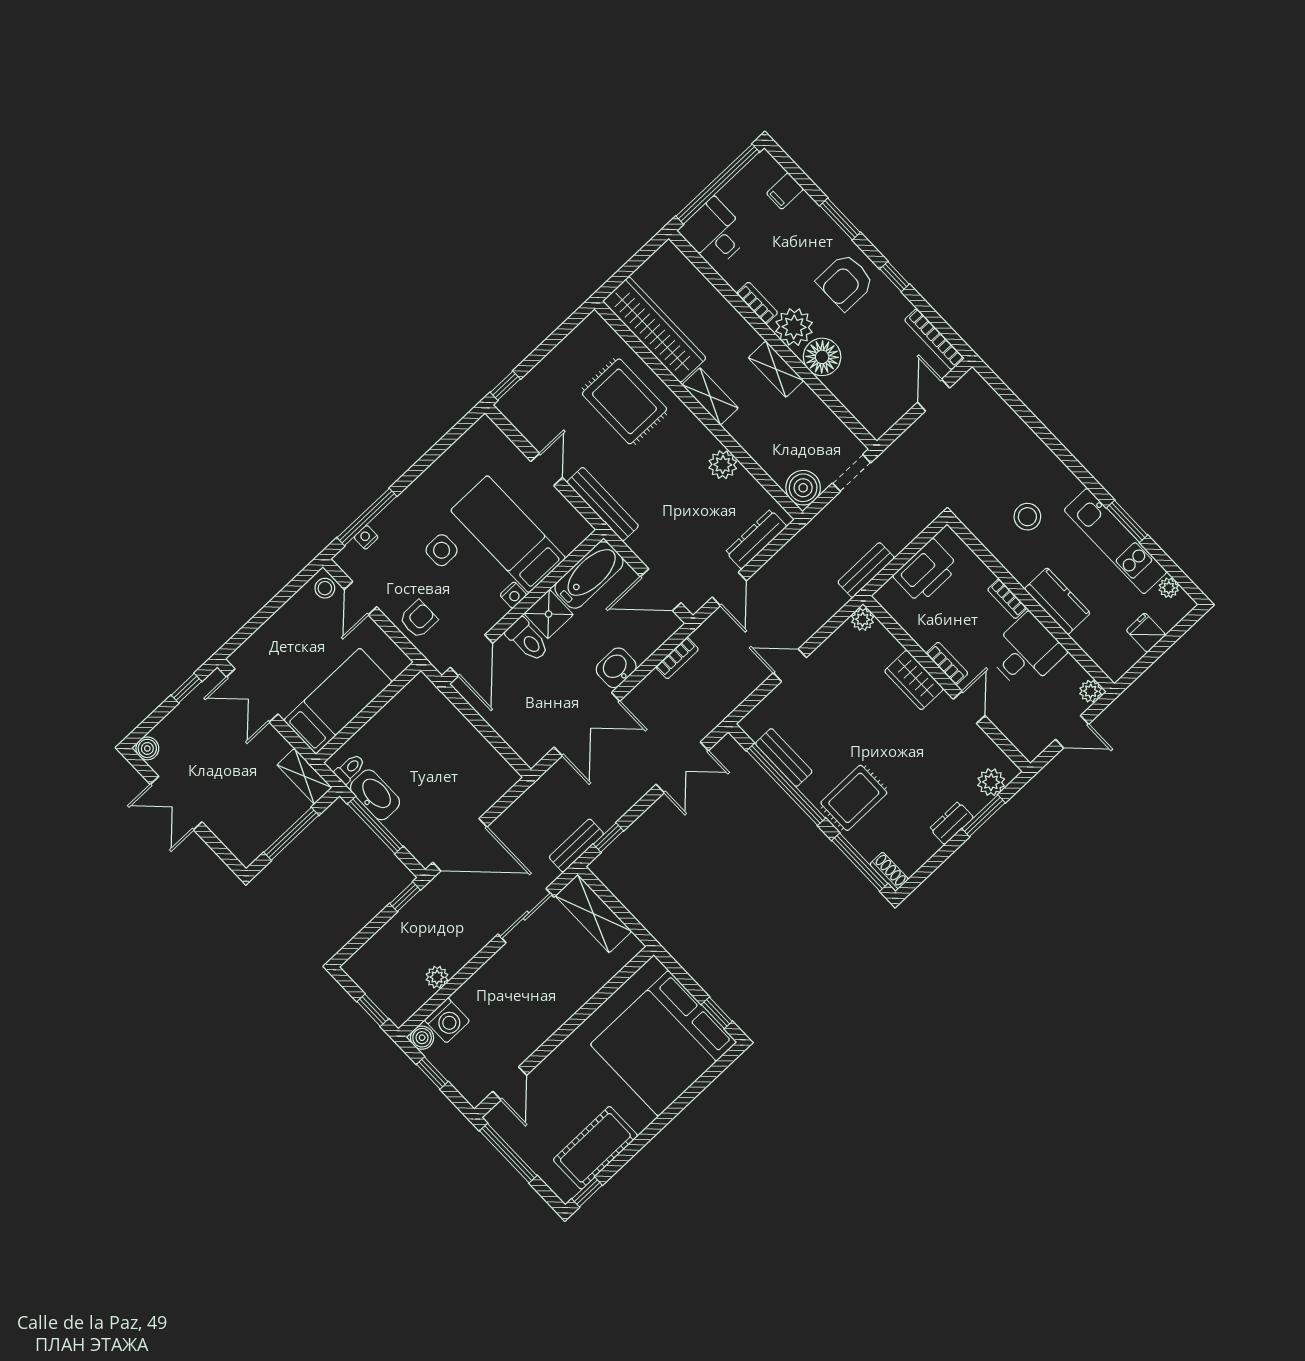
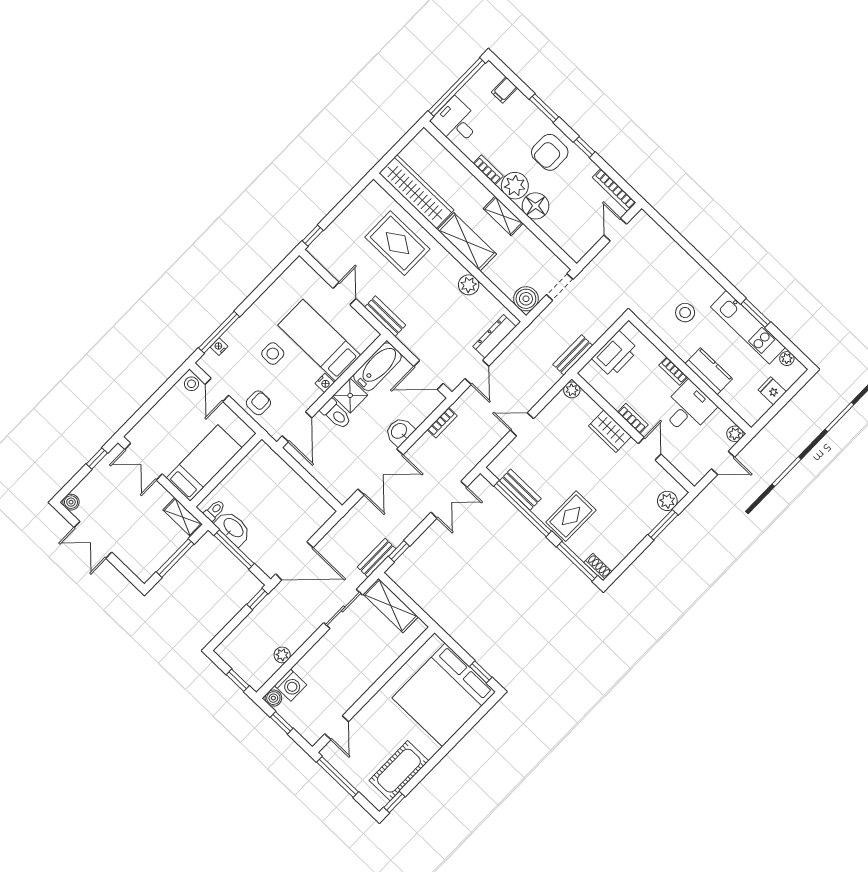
shelving: (710, 396) -> (467, 242), width x1.50, depth x1.33
bench: (603, 504) -> (385, 316), width x0.73
dresser: (951, 823) -> (641, 531), removed

